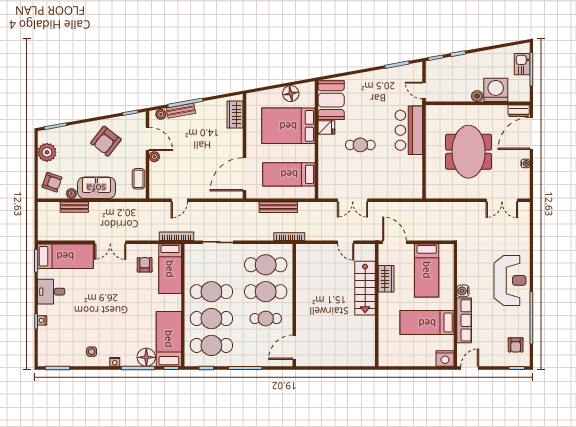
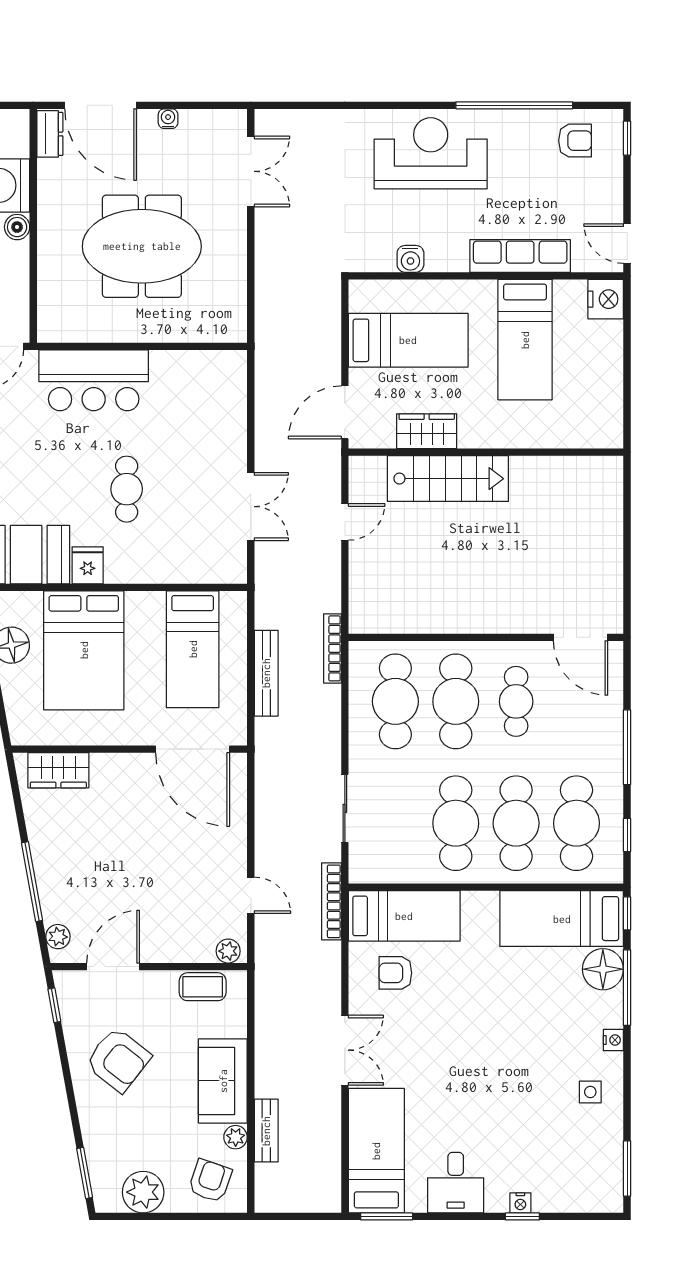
bench: (181, 111) -> (50, 892), removed
plant: (154, 157) -> (228, 951), moved
water cooler: (463, 291) -> (410, 259), moved

